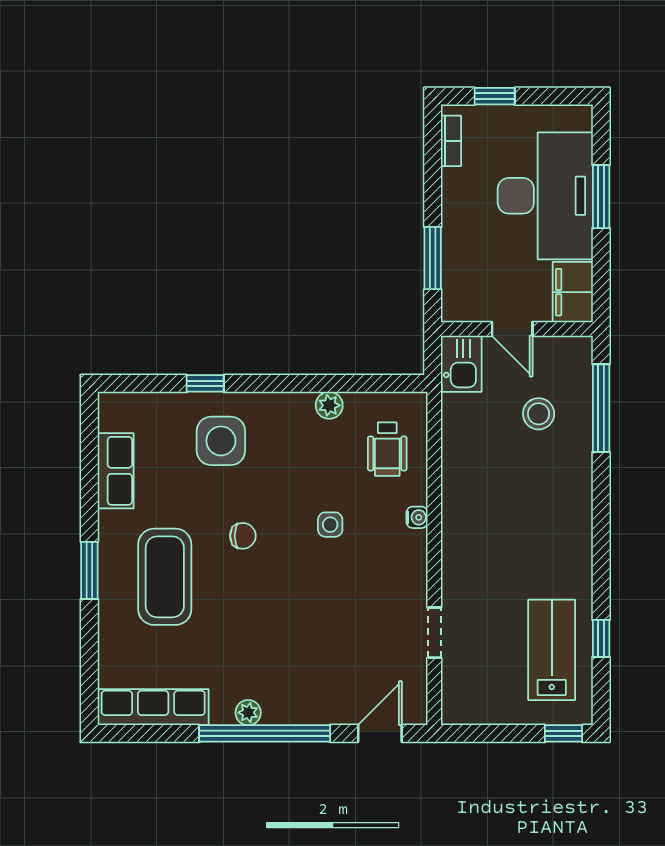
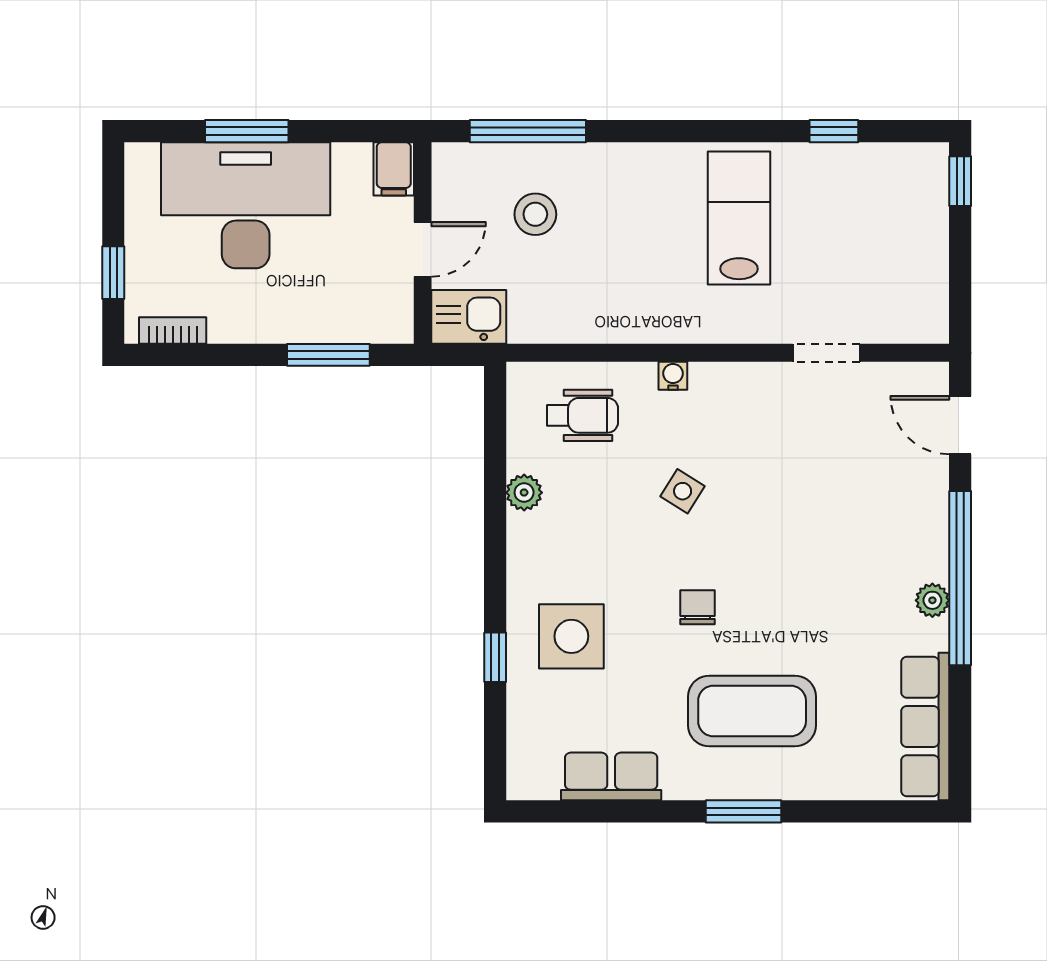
filing cabinet: (573, 292) -> (394, 169), width x0.50
side table: (330, 525) -> (683, 491), turned 32
lab bench: (552, 650) -> (739, 218), moved, turned 90

